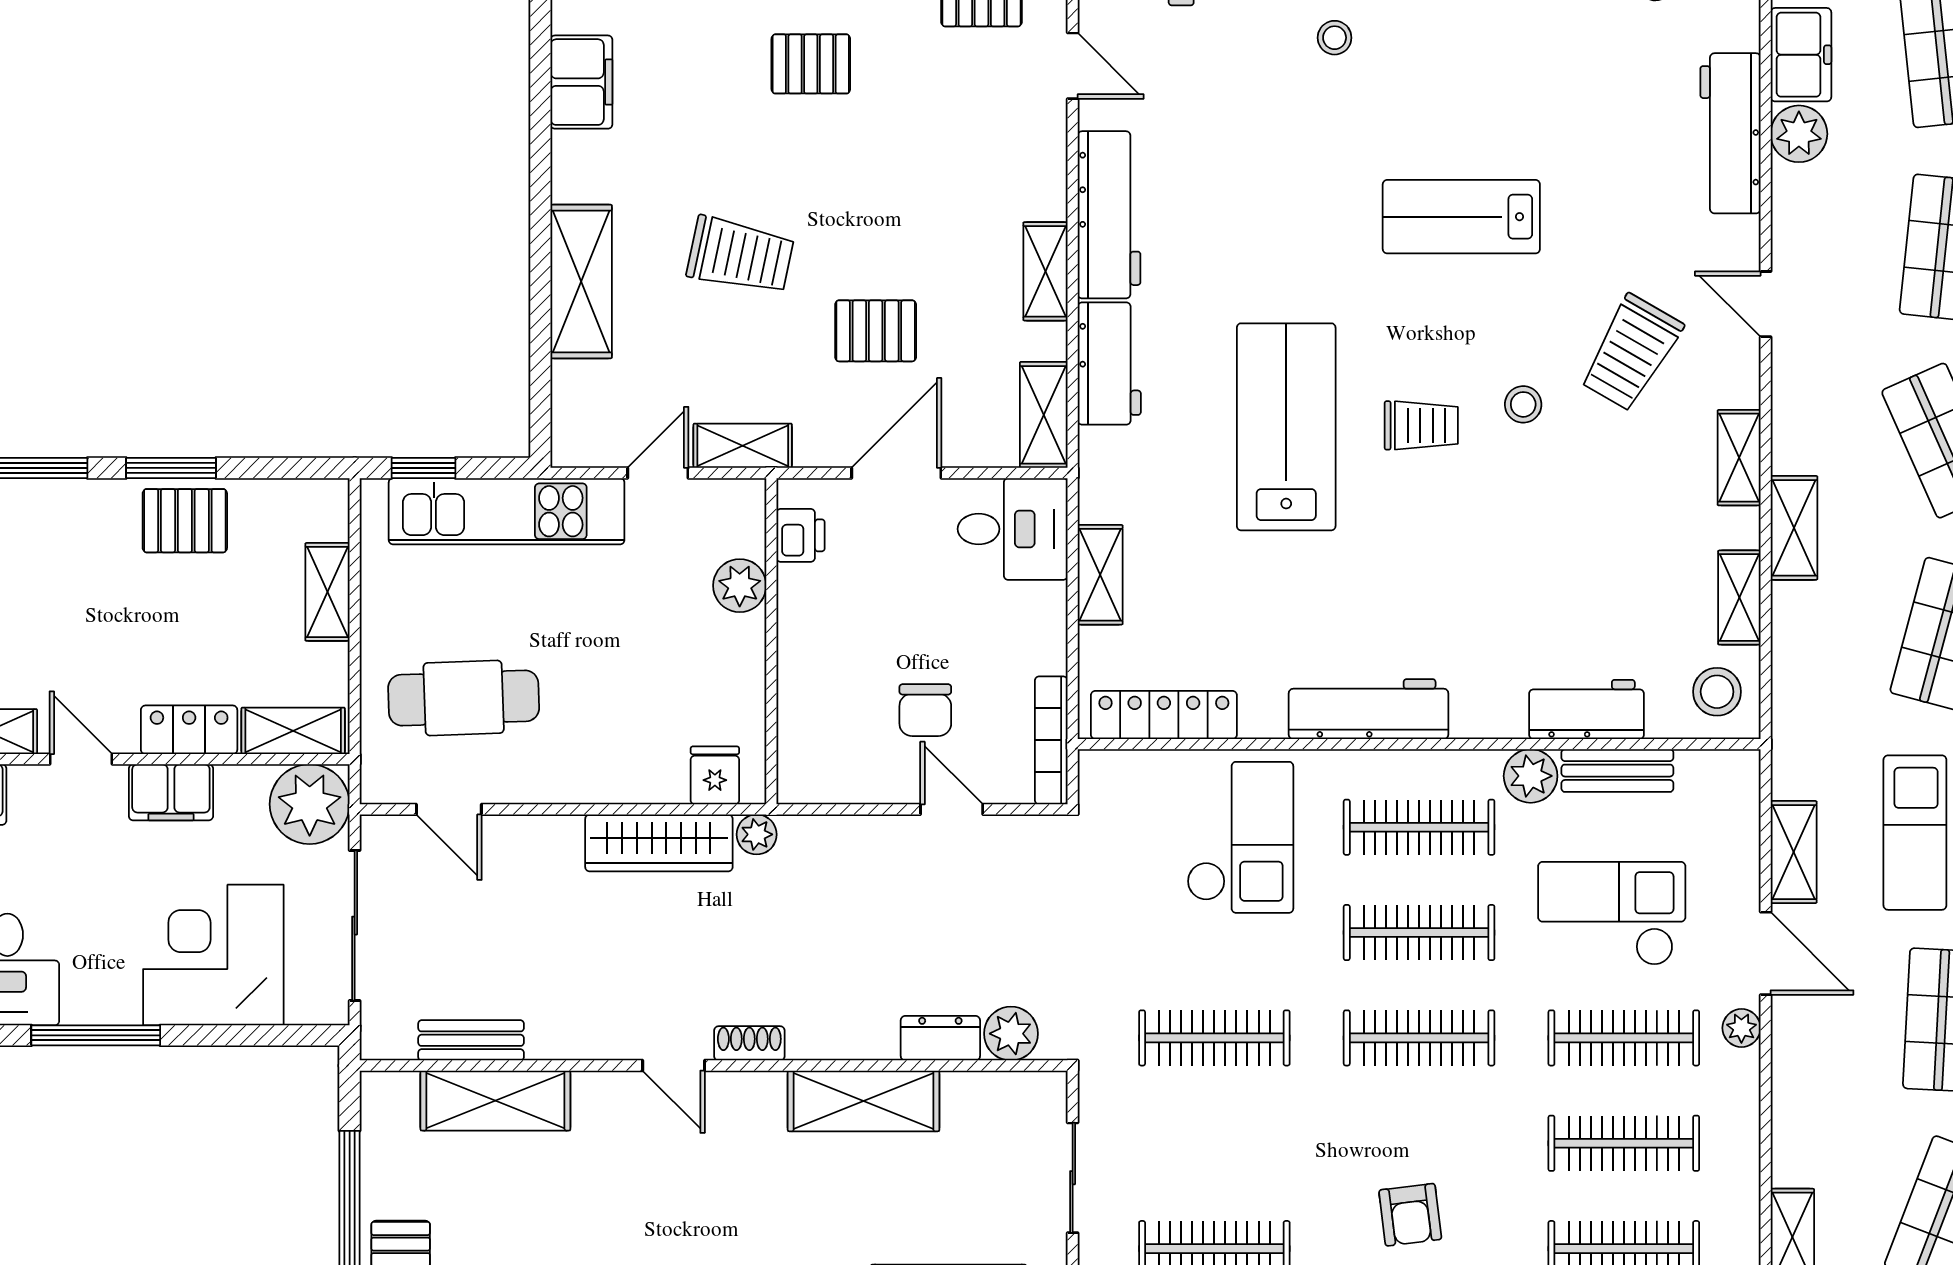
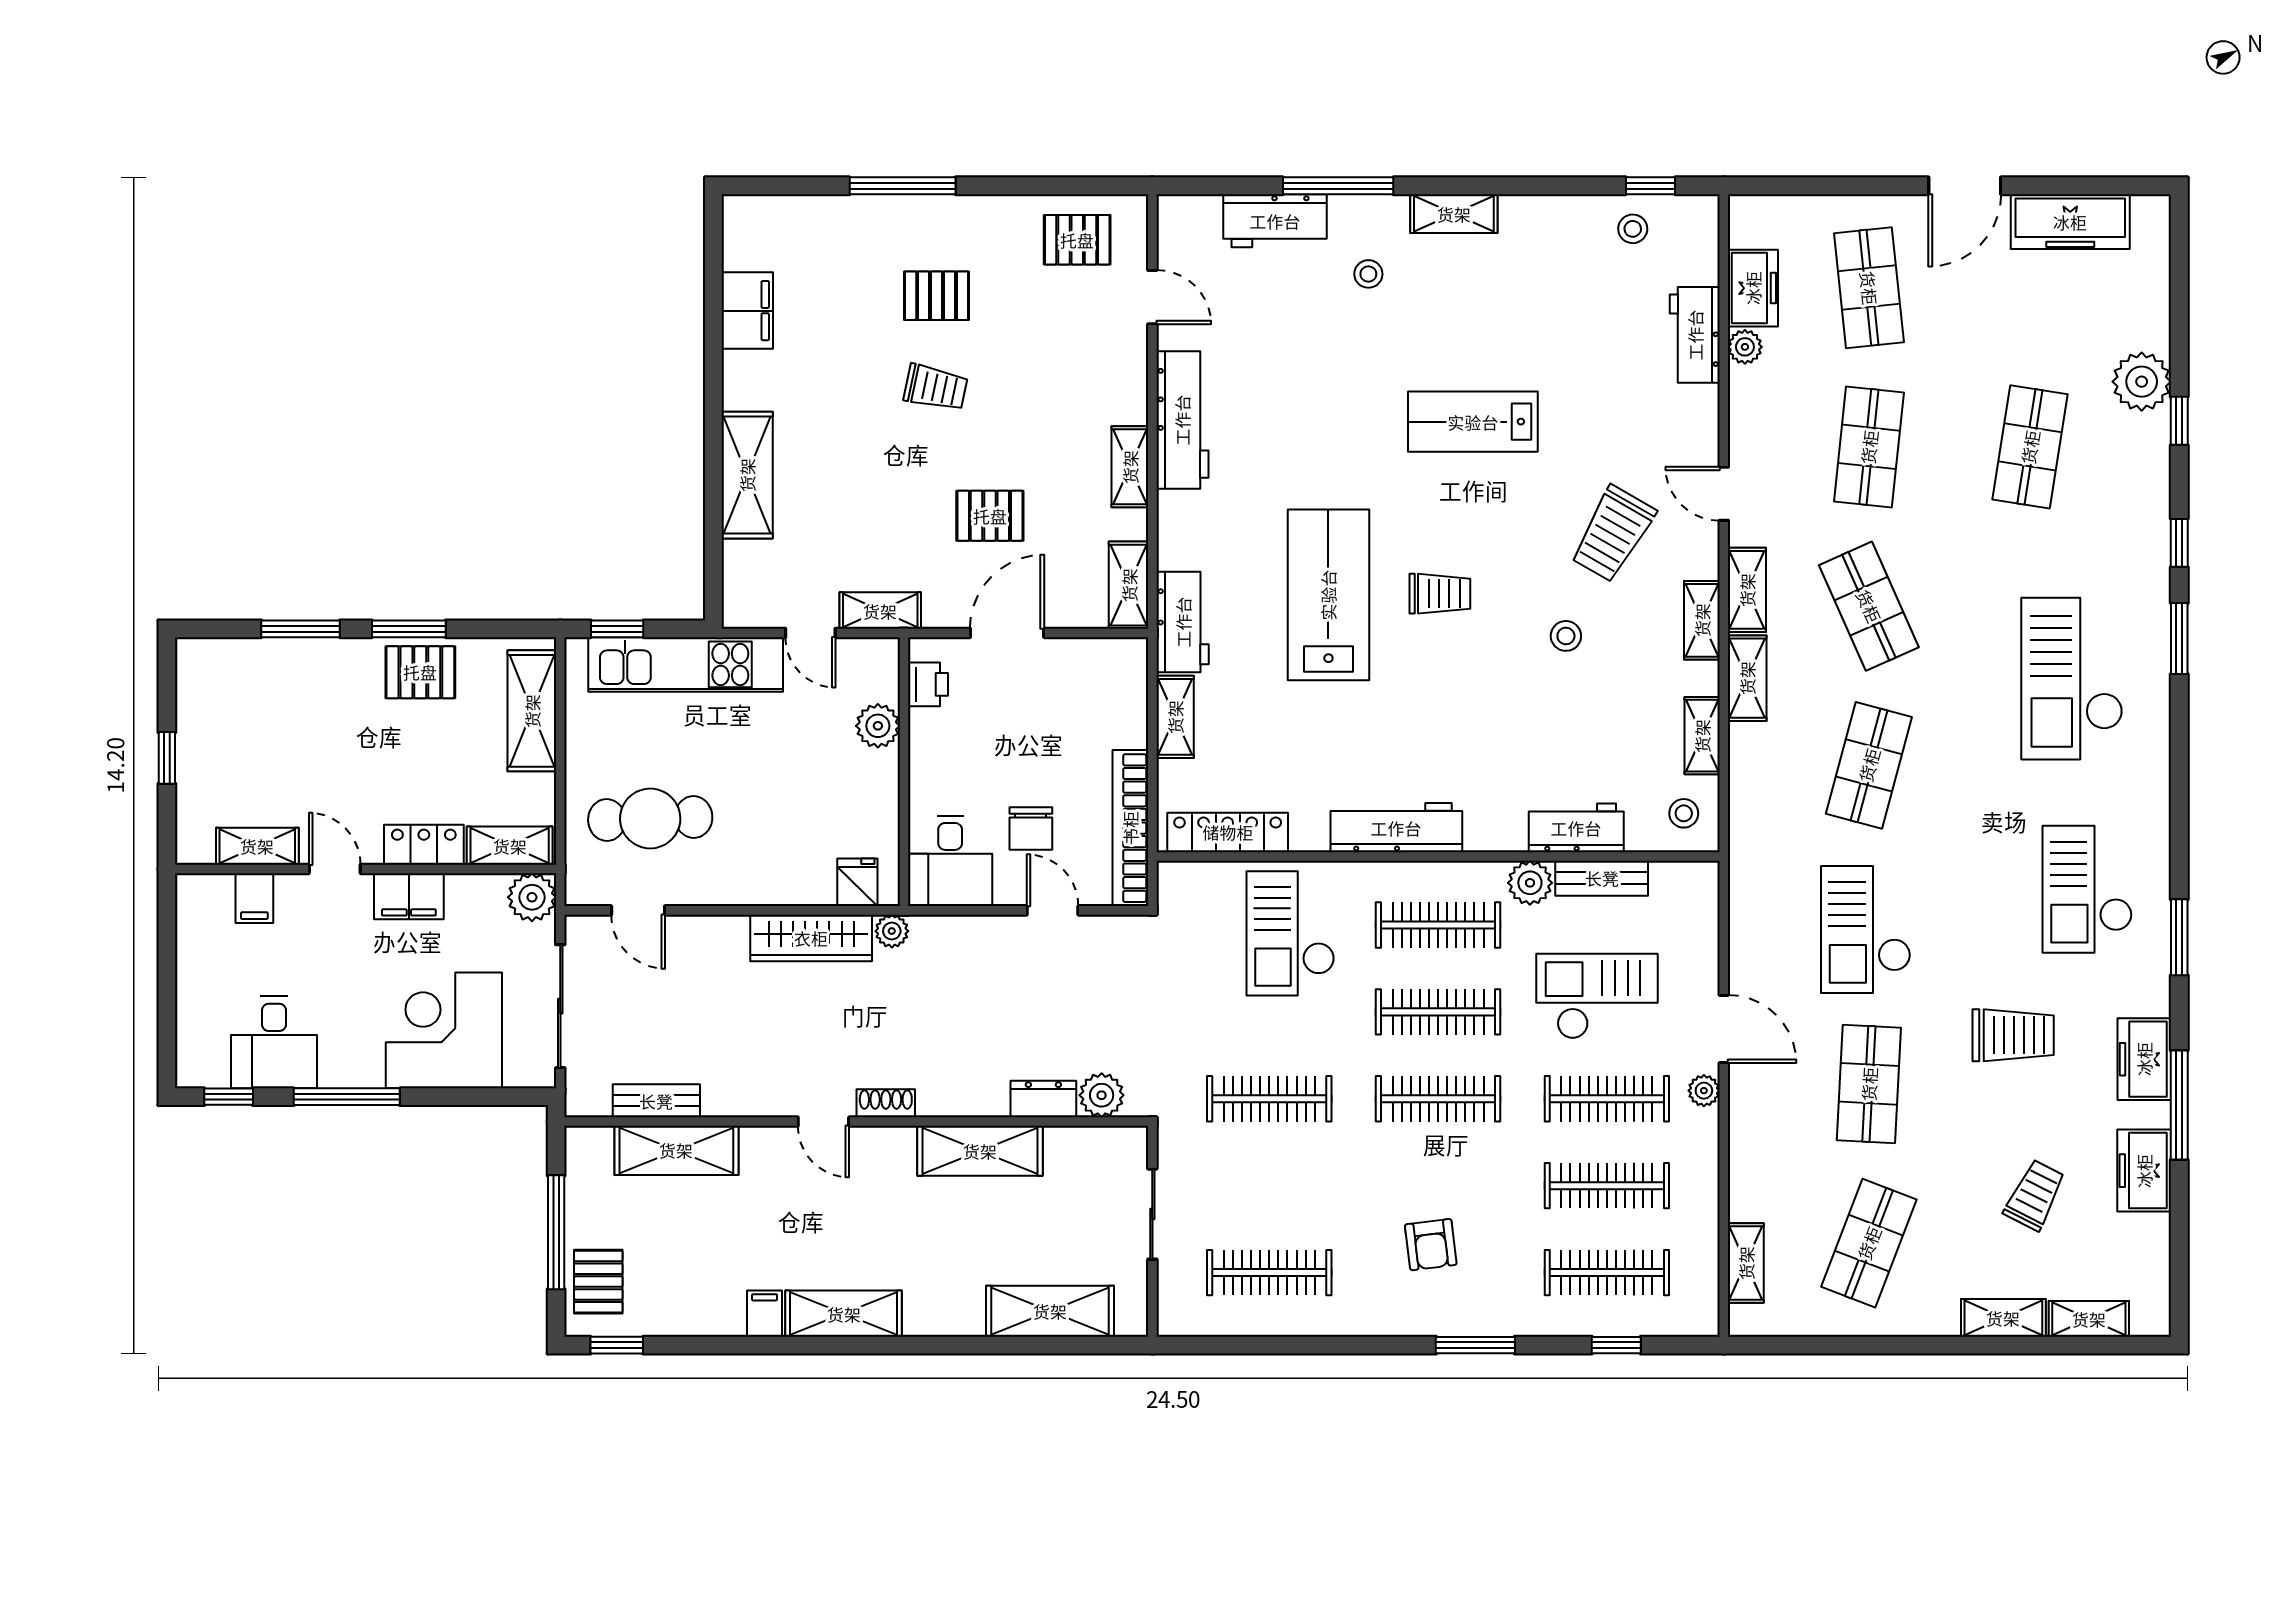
workbench: (1730, 133) -> (1695, 335), width x0.73
plant: (1799, 134) -> (1745, 347), width x0.73, depth x0.73
trolley: (740, 255) -> (936, 388), moved, width x0.73, depth x0.72
workbench: (1109, 364) -> (1183, 622), moved
stool: (1523, 404) -> (1566, 636), moved
door: (658, 473) -> (810, 633), swing flipped
desk: (1013, 529) -> (950, 861), moved, turned 90
shelving: (327, 592) -> (532, 711), width x1.50, depth x1.33
stool: (1717, 692) -> (1684, 813), width x0.73, depth x0.73
bookcase: (1051, 740) -> (1130, 828), width x1.48, depth x1.31
plant: (310, 804) -> (532, 897), width x0.73, depth x0.73
checkout: (1240, 837) -> (1291, 933), turned 180
shelving: (1794, 852) -> (1747, 590), moved

